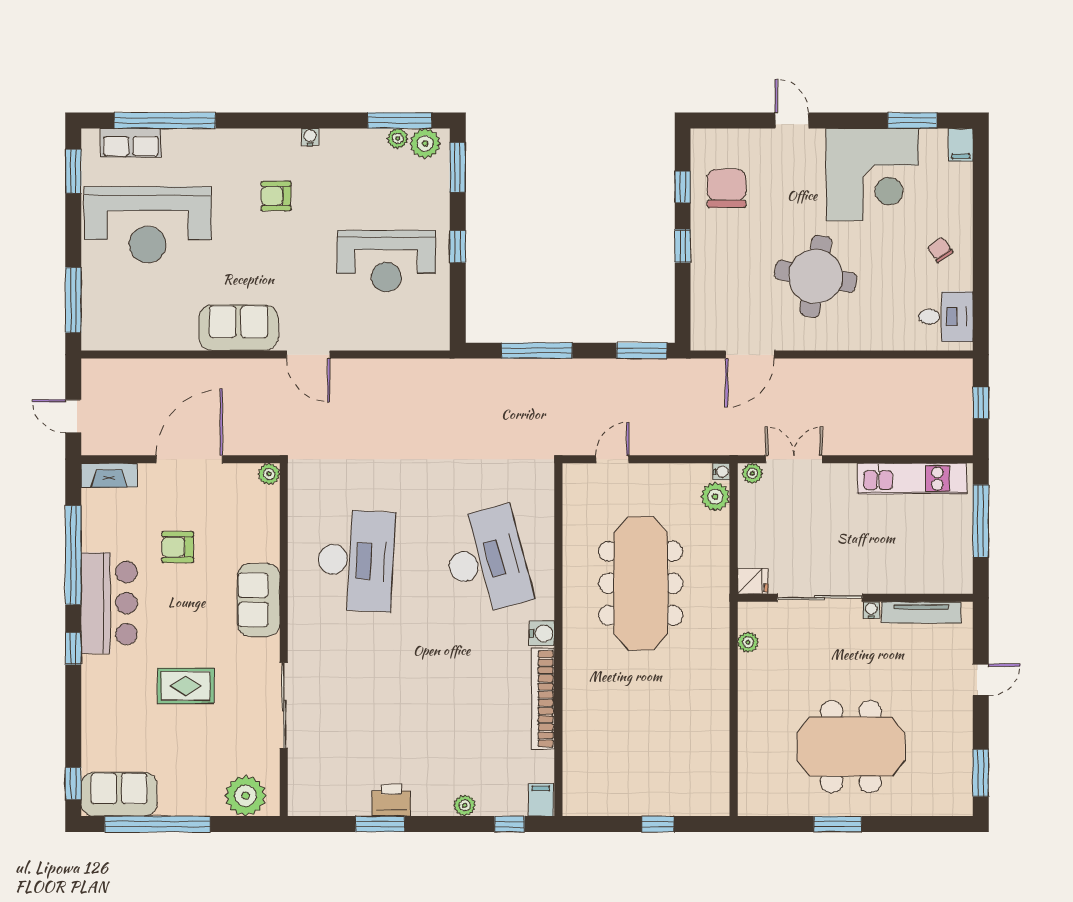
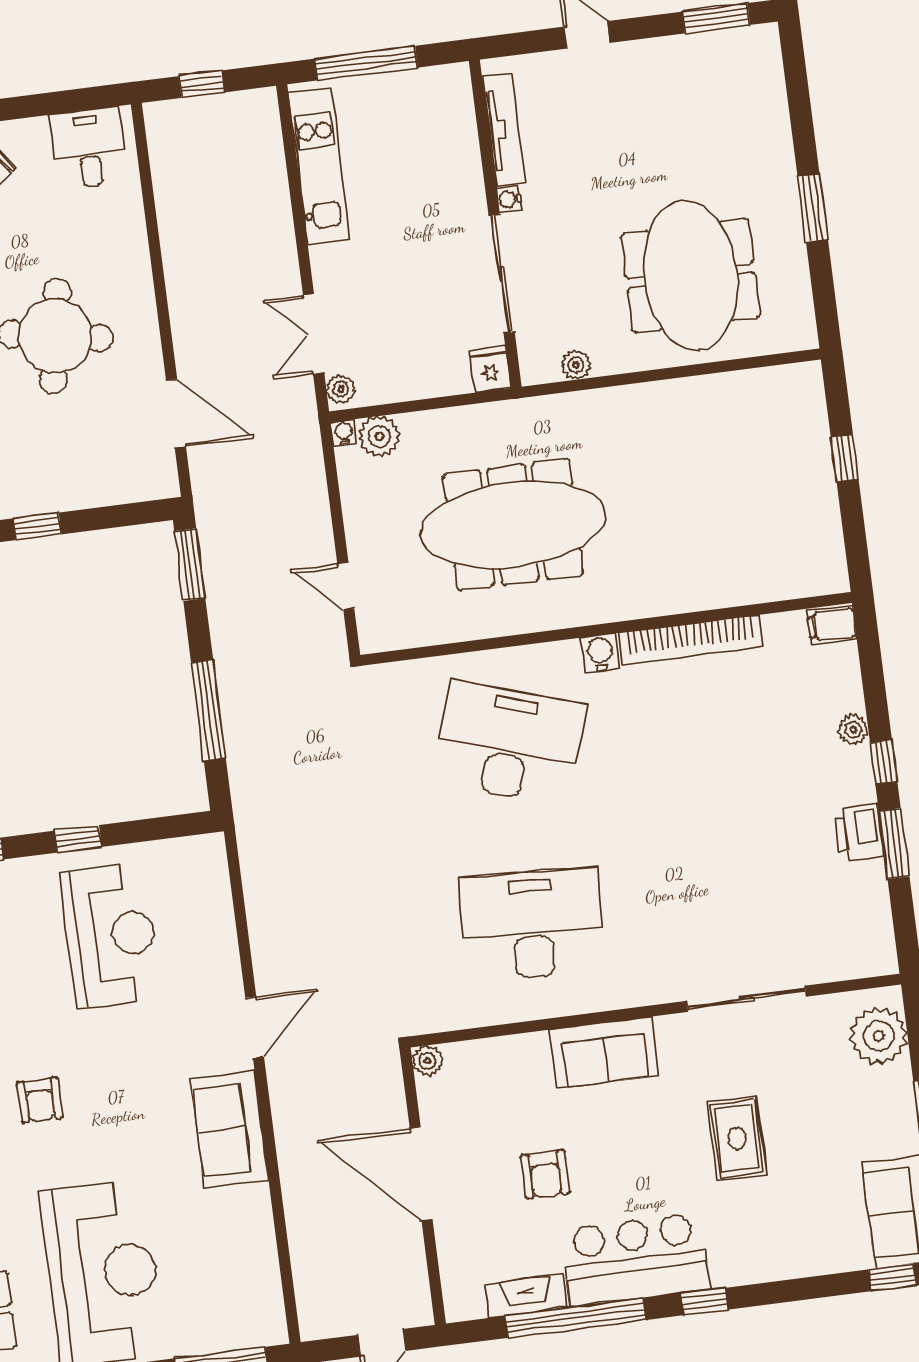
fireplace: (109, 475) -> (526, 1296), moved, turned -90
desk: (486, 561) -> (509, 743), turned 33
meeting table: (851, 747) -> (691, 275), moved
window: (509, 824) -> (884, 762), moved

